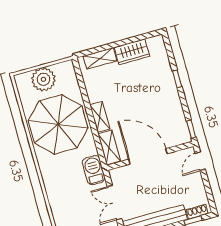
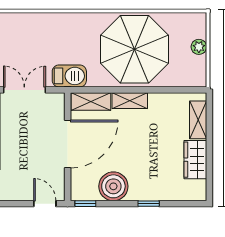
plant: (43, 79) -> (199, 47), width x0.53, depth x0.53
boiler: (171, 111) -> (113, 186), added

